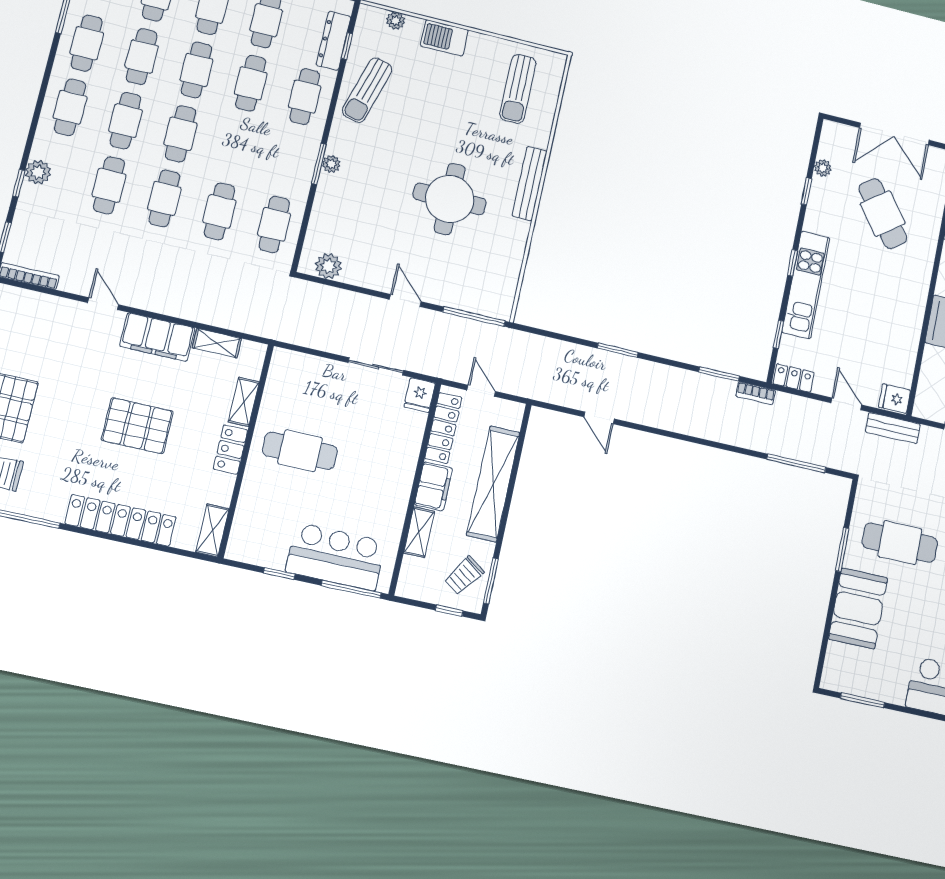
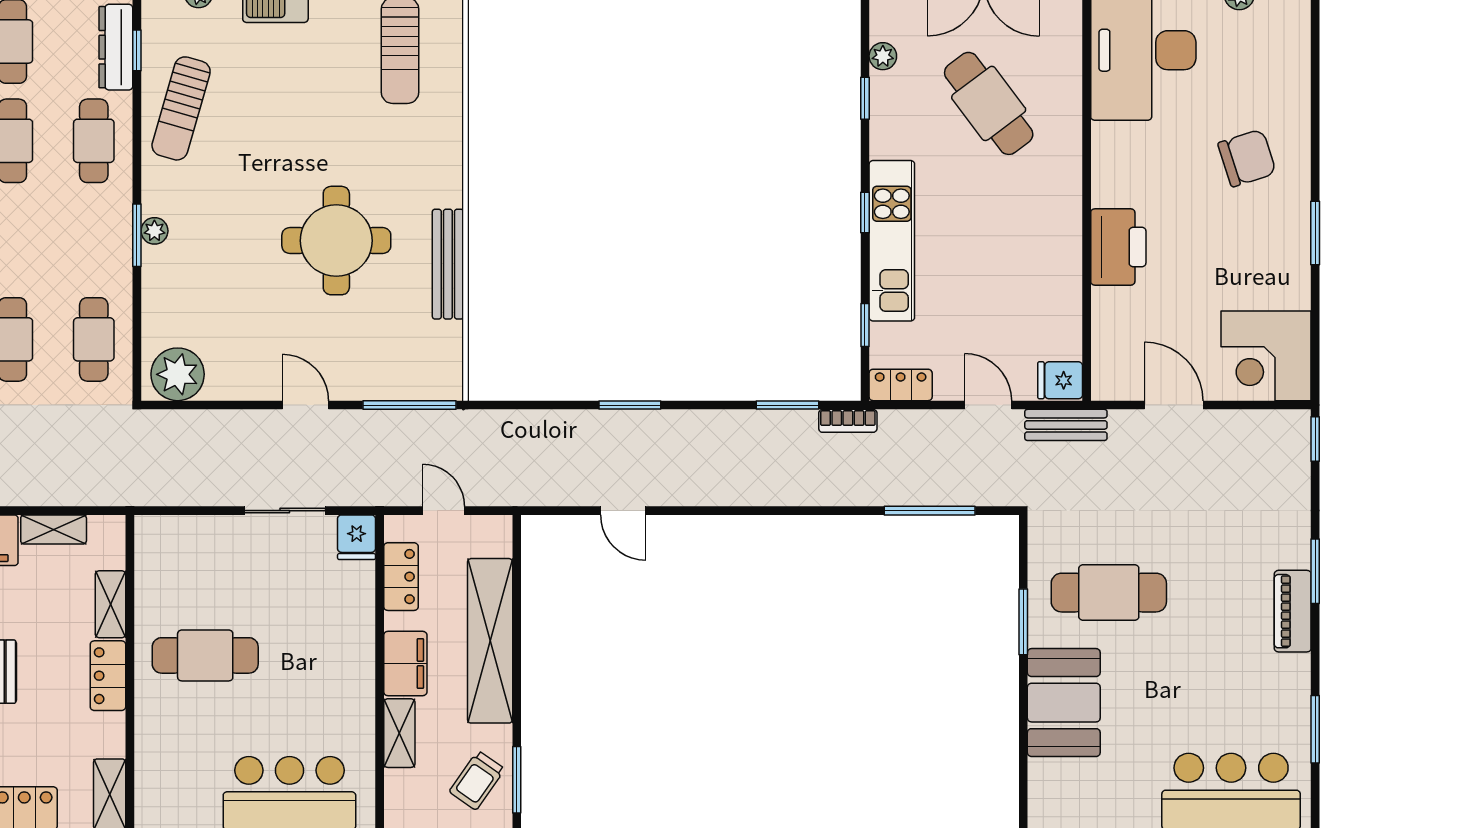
bench: (530, 183) -> (448, 264), moved
plant: (328, 266) -> (178, 374), width x1.36, depth x1.36
locker: (443, 428) -> (401, 577), width x0.66

